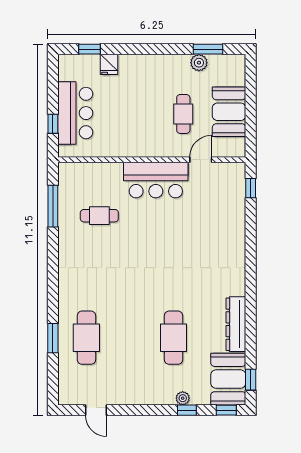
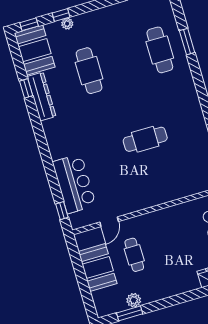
bar counter: (156, 180) -> (74, 184), moved, turned 90
cafe table: (99, 216) -> (145, 139), moved, width x1.37, depth x1.35
window: (251, 380) -> (26, 88), moved

